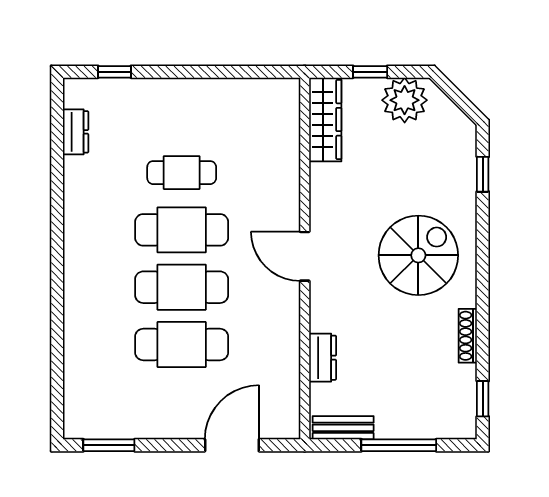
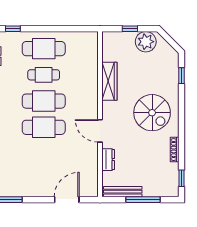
wardrobe: (325, 120) -> (109, 81), moved
spiral stairs: (418, 255) -> (152, 113), turned 90
door: (305, 256) -> (100, 131), moved
cafe table: (182, 345) -> (44, 49), moved
bench: (343, 428) -> (123, 192), width x1.36

